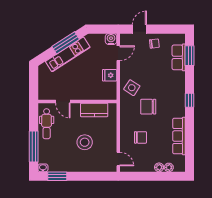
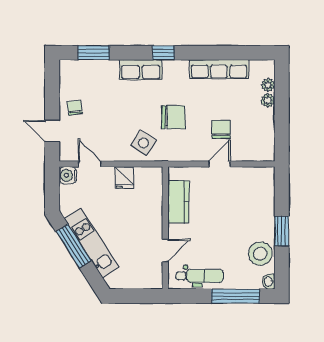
row of seats: (179, 57) -> (141, 70), moved
chair: (148, 107) -> (173, 117), turned -90
stool: (85, 142) -> (260, 254), moved
door: (118, 159) -> (220, 164), moved
window: (57, 176) -> (282, 231), moved

